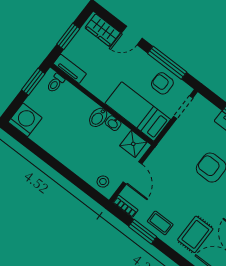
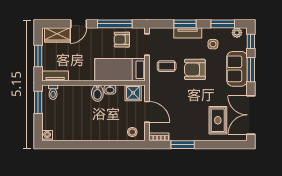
washing machine: (25, 120) -> (47, 136), width x0.53, depth x0.53
coffee table: (160, 223) -> (167, 66), moved

